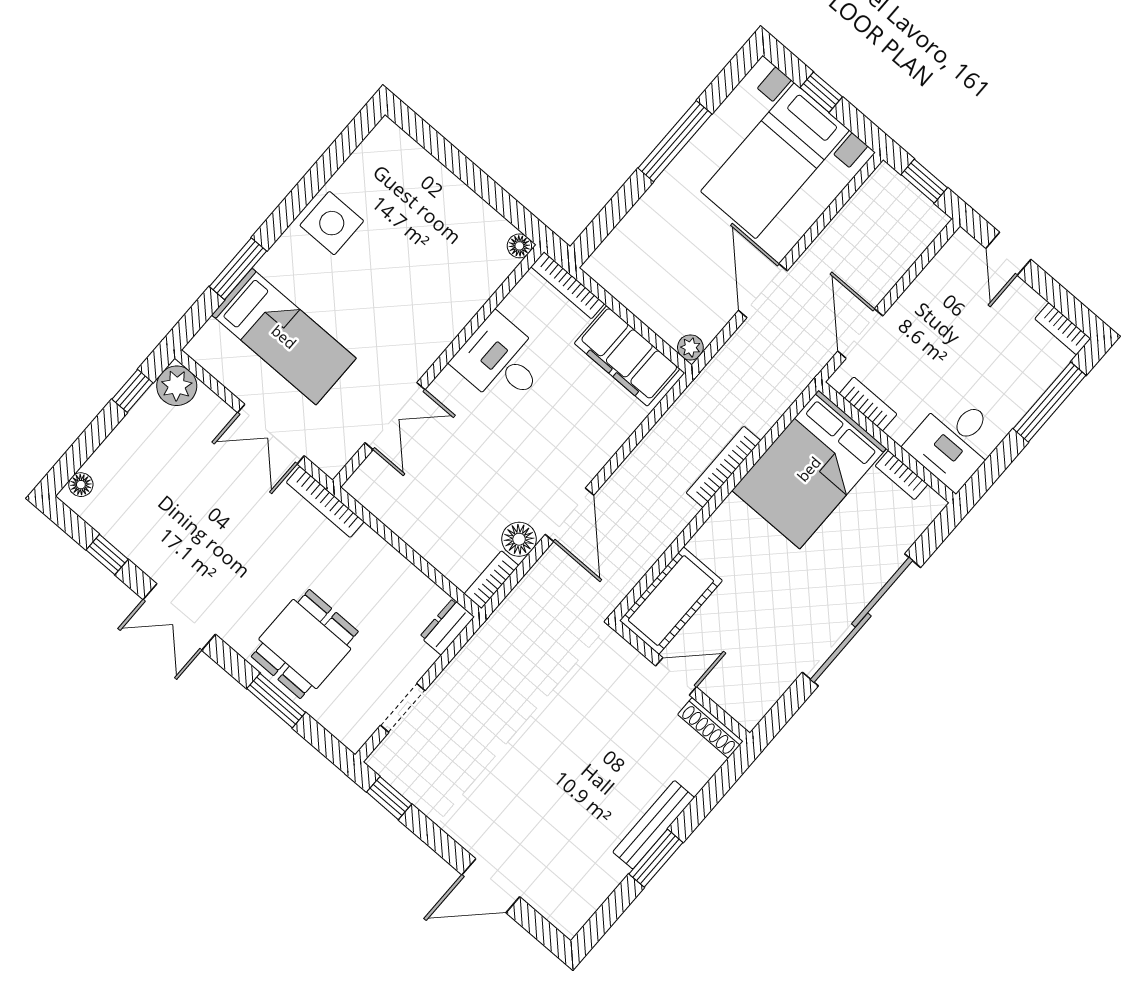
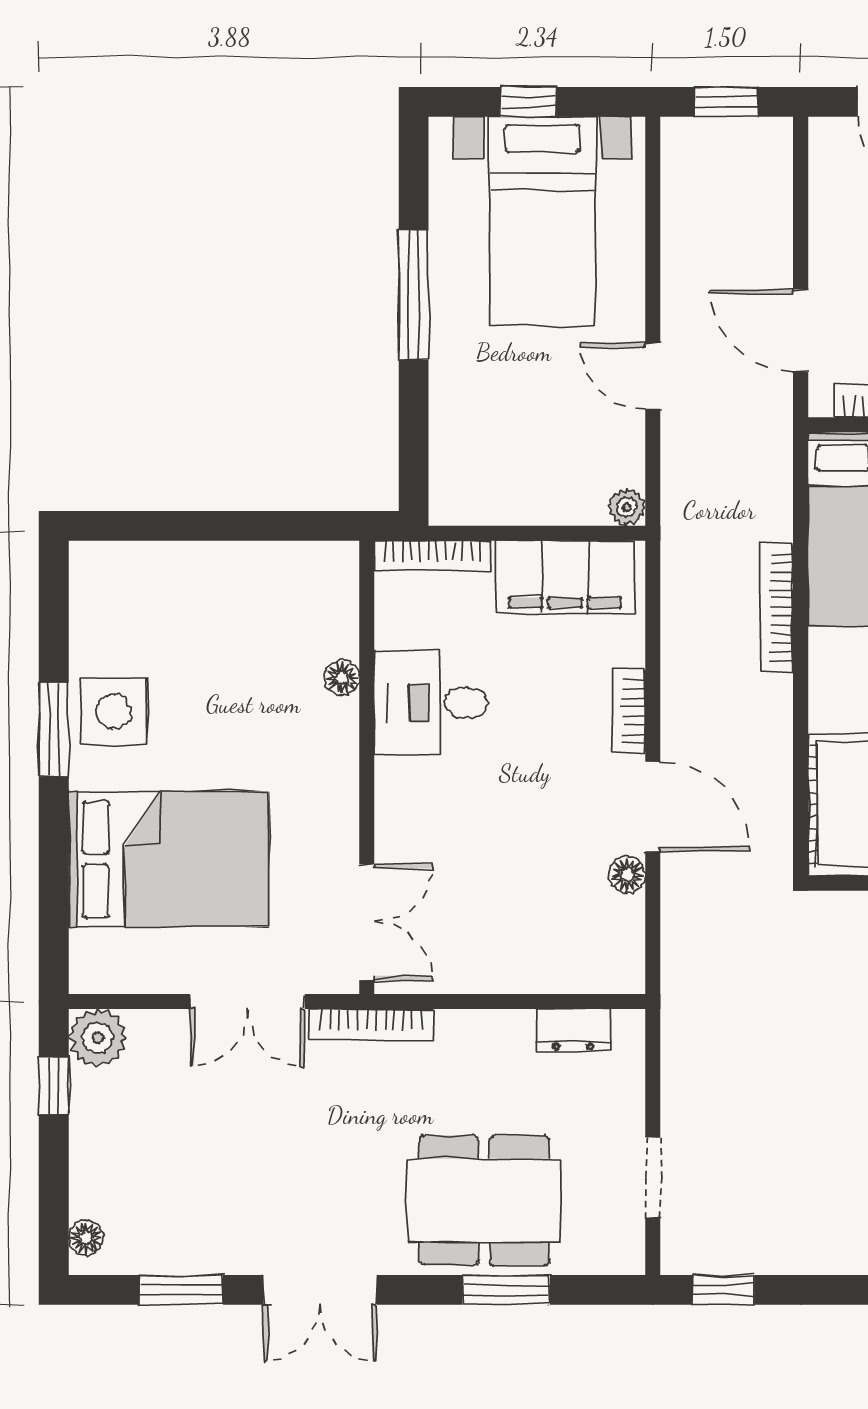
floor lamp: (519, 246) -> (342, 678), moved
window: (238, 269) -> (54, 729), moved
door: (763, 291) -> (653, 376), width x0.73
bed: (284, 337) -> (169, 859), width x1.50
double door: (395, 416) -> (367, 922), moved
floor lamp: (519, 539) -> (627, 875), width x0.73, depth x0.73
window: (107, 555) -> (181, 1290), width x1.50
bookcase: (491, 580) -> (629, 711), moved
dresser: (447, 627) -> (573, 1030), moved, turned -90
dining table: (305, 644) -> (484, 1200), width x1.38

